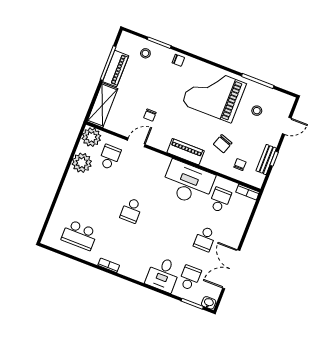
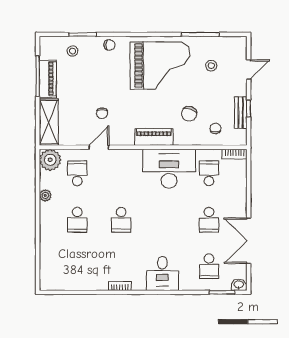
grand piano: (214, 94) -> (160, 66), turned 180
plant: (82, 163) -> (45, 195), width x0.53, depth x0.53
school desk: (79, 235) -> (77, 220), moved, width x0.54
desk: (163, 274) -> (162, 273), moved
school desk: (190, 278) -> (209, 266), turned 180

